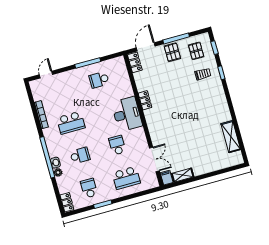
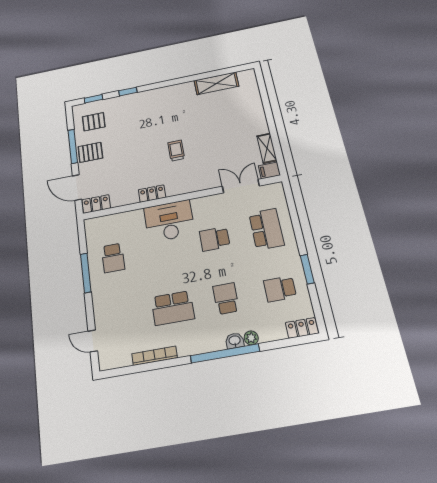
trolley: (203, 74) -> (176, 151), moved
school desk: (71, 123) -> (173, 308), turned 90

